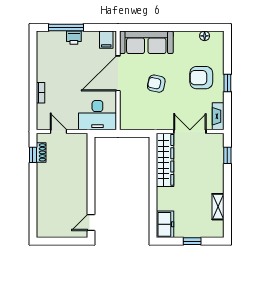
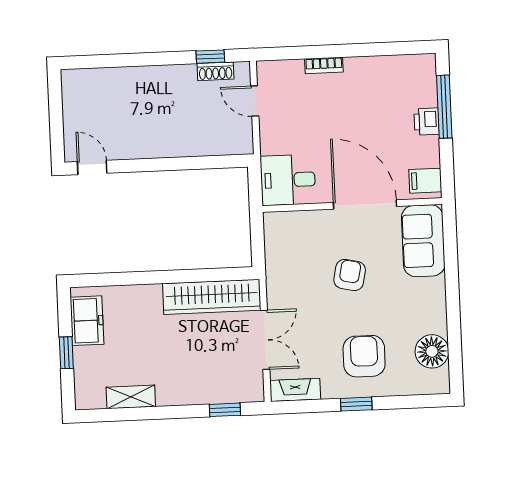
floor lamp: (205, 36) -> (432, 351), width x1.89, depth x1.89
sofa: (146, 42) -> (423, 241), width x0.73
desk: (97, 115) -> (288, 180), width x0.73
door: (58, 132) -> (255, 101), swing flipped
freezer: (165, 224) -> (87, 321), moved, turned -90

